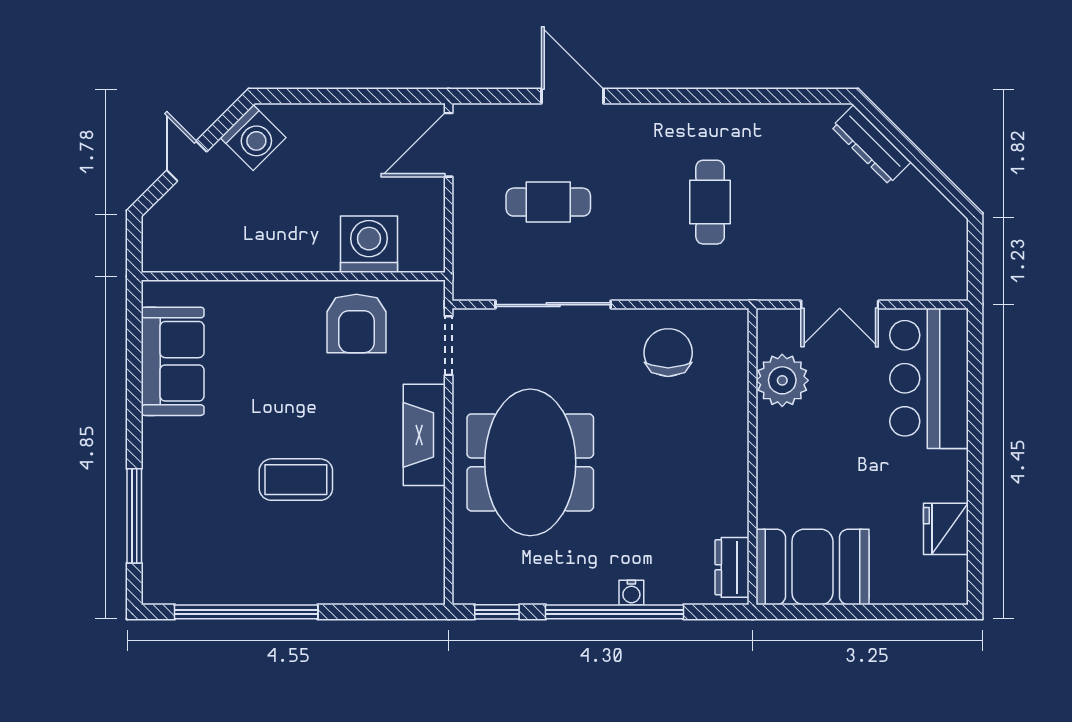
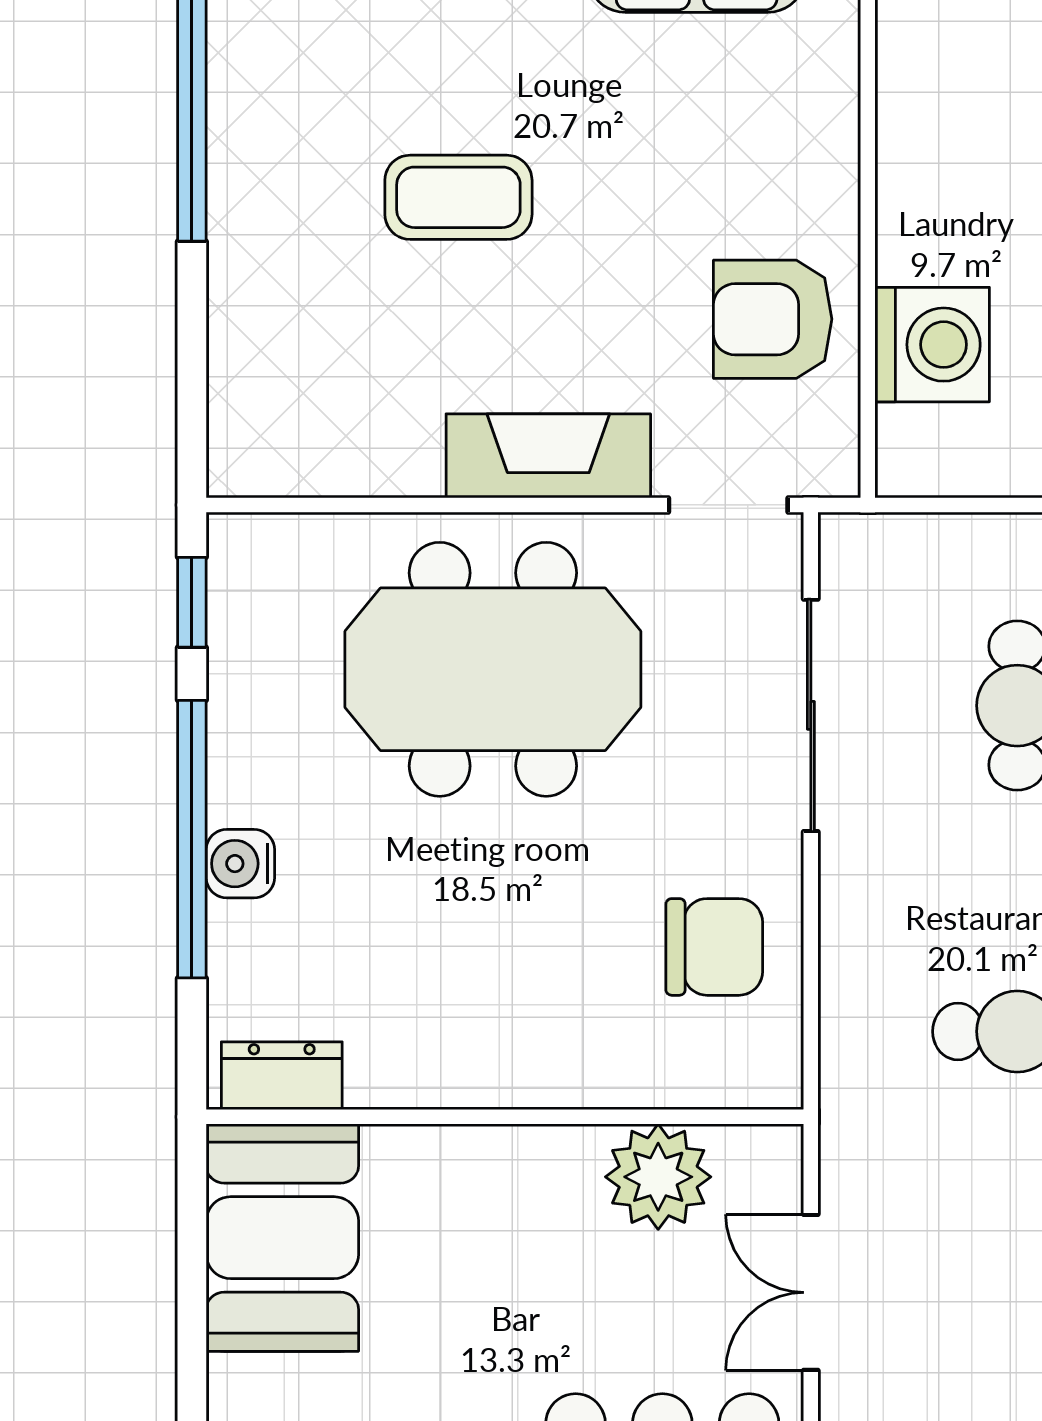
coffee table: (296, 480) -> (458, 197), turned 90
water cooler: (631, 593) -> (240, 864), width x1.38, depth x1.38

